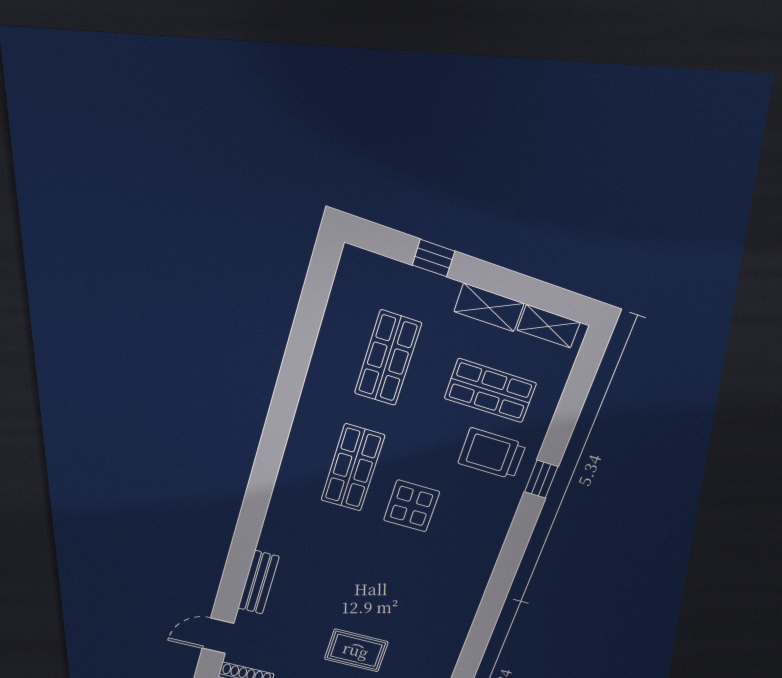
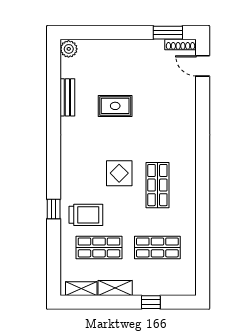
shop shelf: (388, 358) -> (157, 247), turned 90
bench: (258, 582) -> (67, 97), moved
door: (218, 636) -> (203, 66), swing flipped
rug: (356, 650) -> (115, 106), moved

